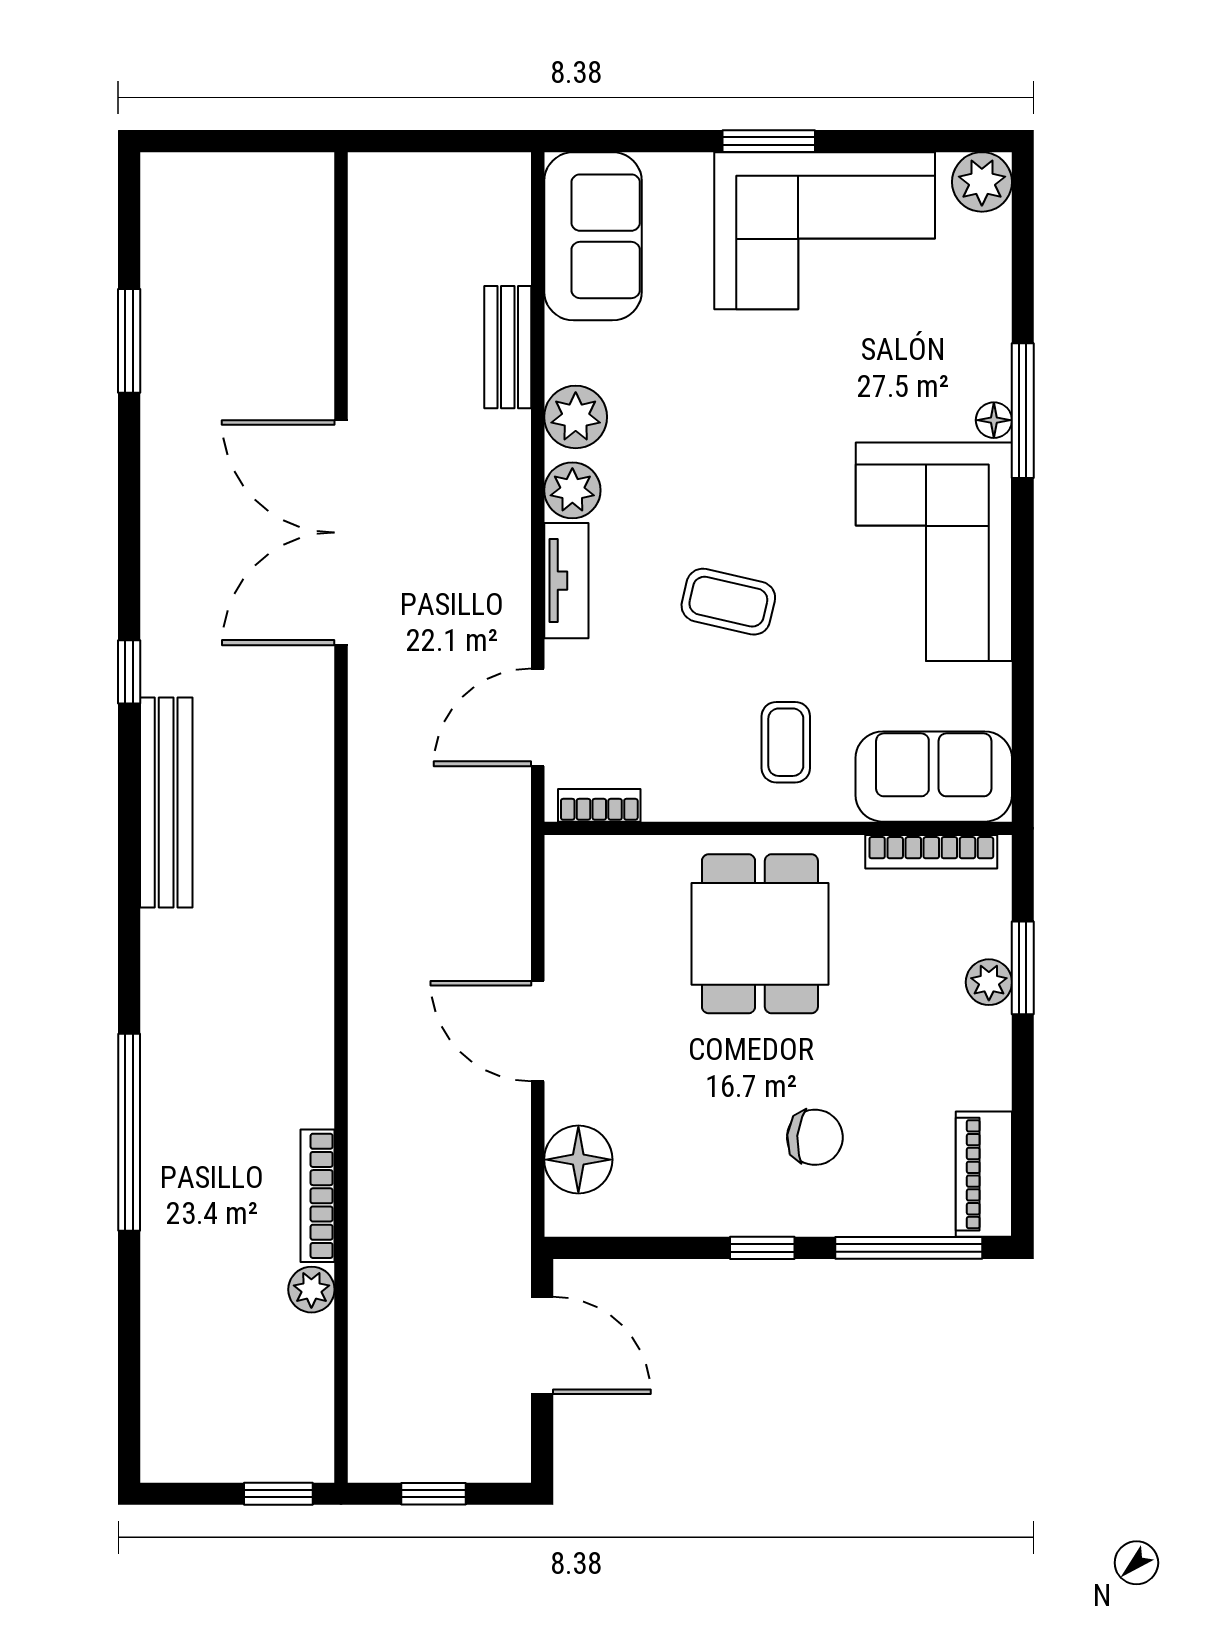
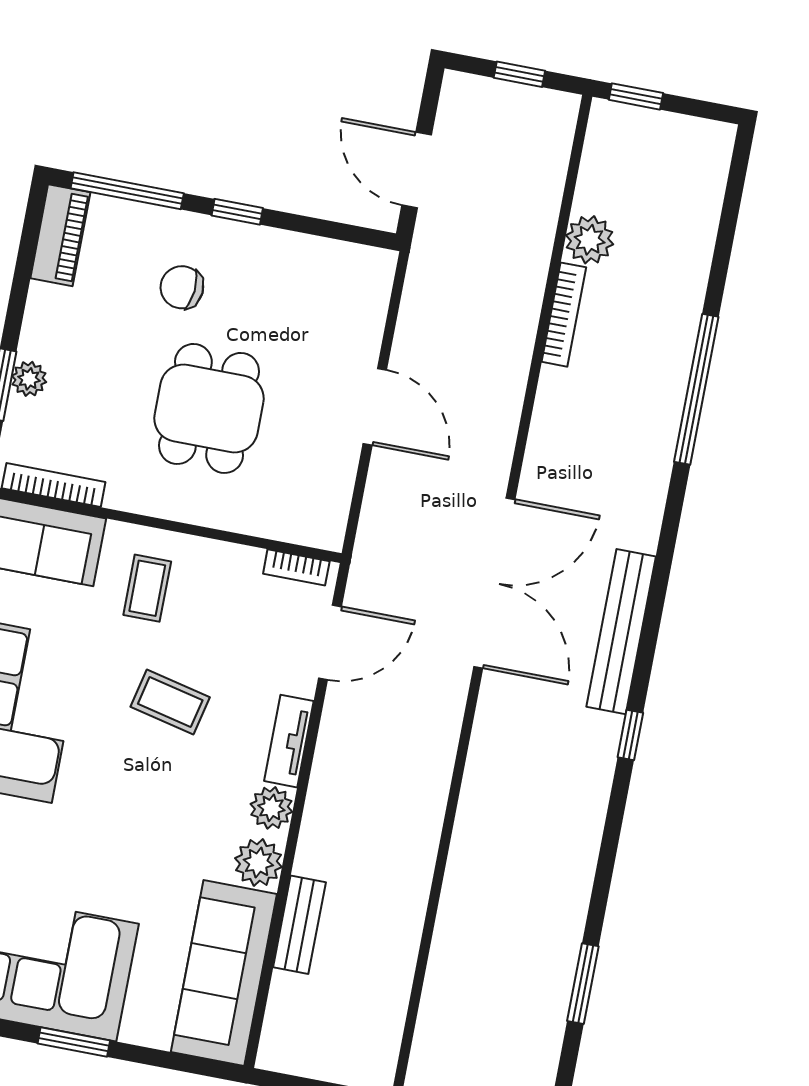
sofa: (593, 236) -> (224, 973), width x1.36
double door: (341, 533) -> (494, 583), moved
dining table: (760, 934) -> (209, 408), moved
floor lamp: (578, 1160) -> (363, 304), removed
plant: (311, 1290) -> (590, 240), width x1.38, depth x1.38

